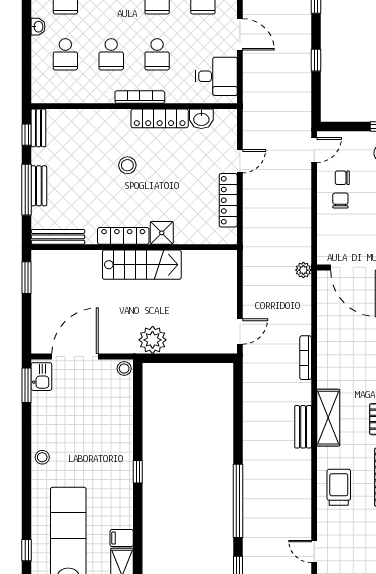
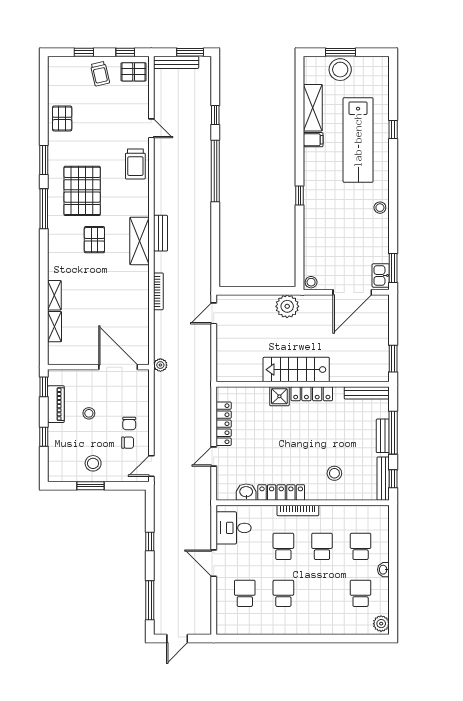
bench: (38, 128) -> (383, 479), width x1.36
stool: (127, 165) -> (334, 473), moved
trolley: (339, 487) -> (135, 164), moved

